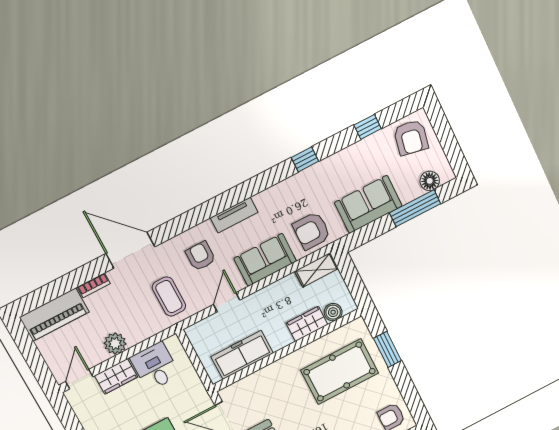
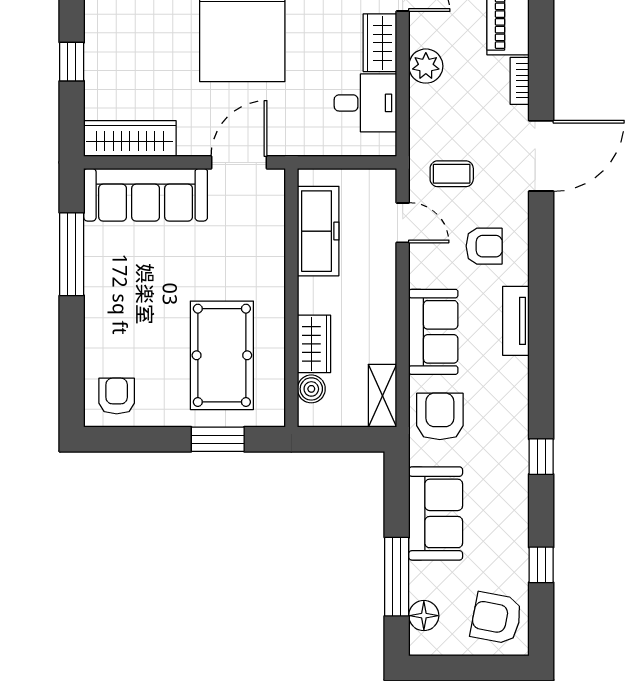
coffee table: (169, 297) -> (452, 174), width x0.73, depth x0.77
door: (227, 302) -> (403, 223), moved

